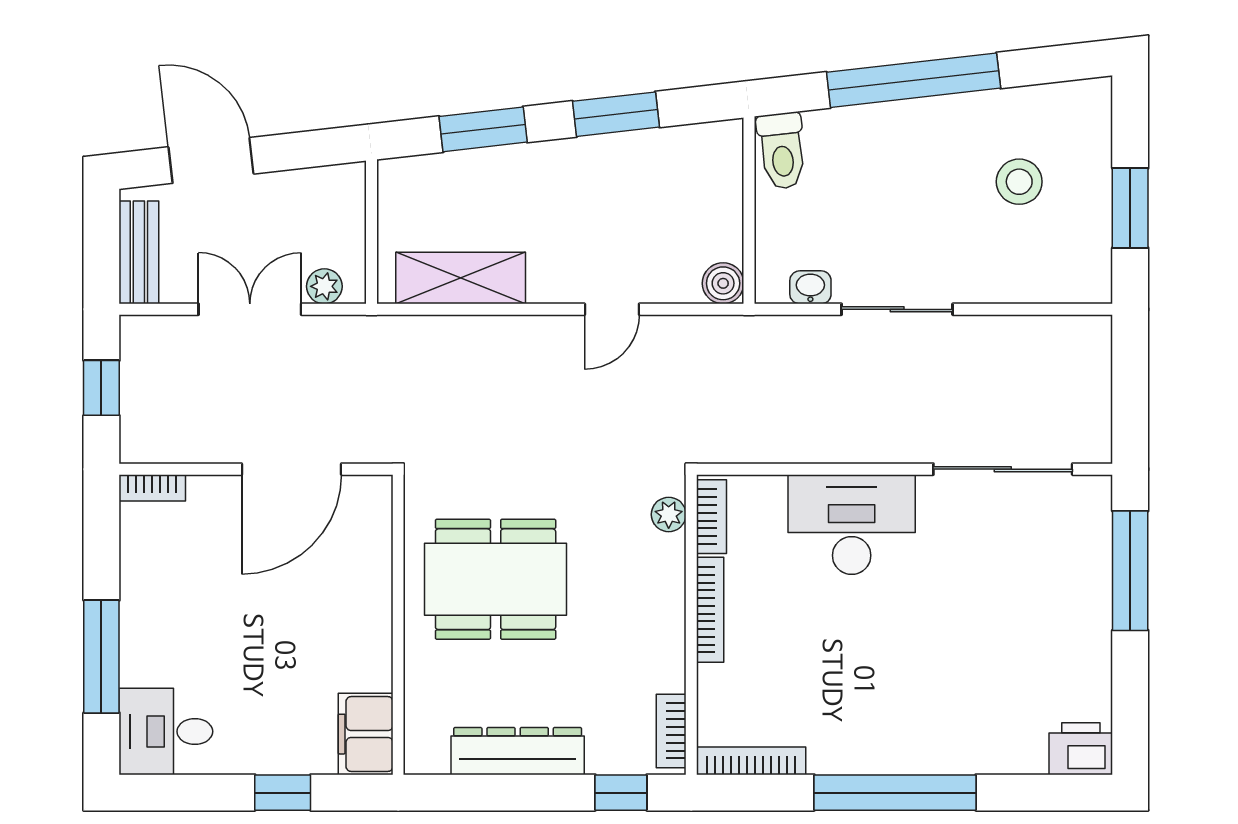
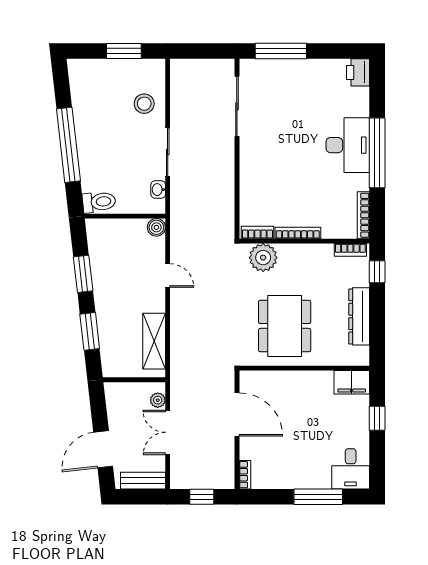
stool: (1019, 182) -> (144, 104), moved
plant: (669, 514) -> (263, 258), width x1.87, depth x1.87
desk: (852, 525) -> (348, 145), moved, turned 180

